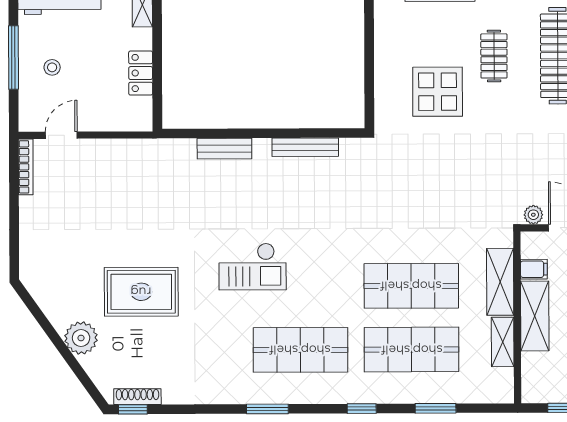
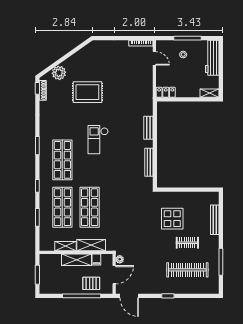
locker: (141, 73) -> (166, 92), moved
rug: (141, 292) -> (87, 92), turned 90
plant: (81, 338) -> (59, 73), moved

